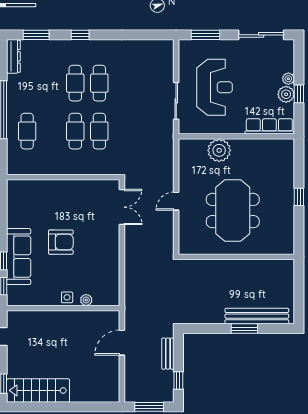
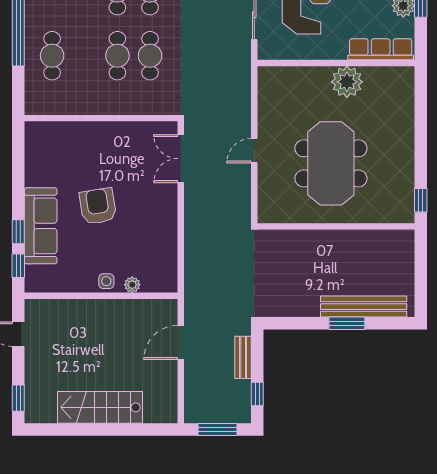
plant: (219, 150) -> (347, 82), moved
window: (299, 197) -> (421, 200), moved
double door: (122, 207) -> (181, 159), swing flipped
armchair: (61, 242) -> (98, 206), turned -99
stairs: (38, 390) -> (100, 407), moved

